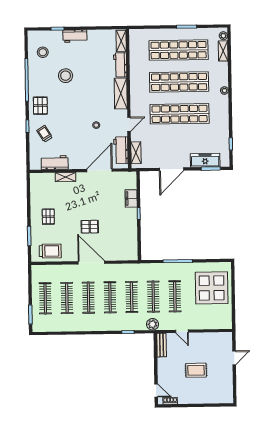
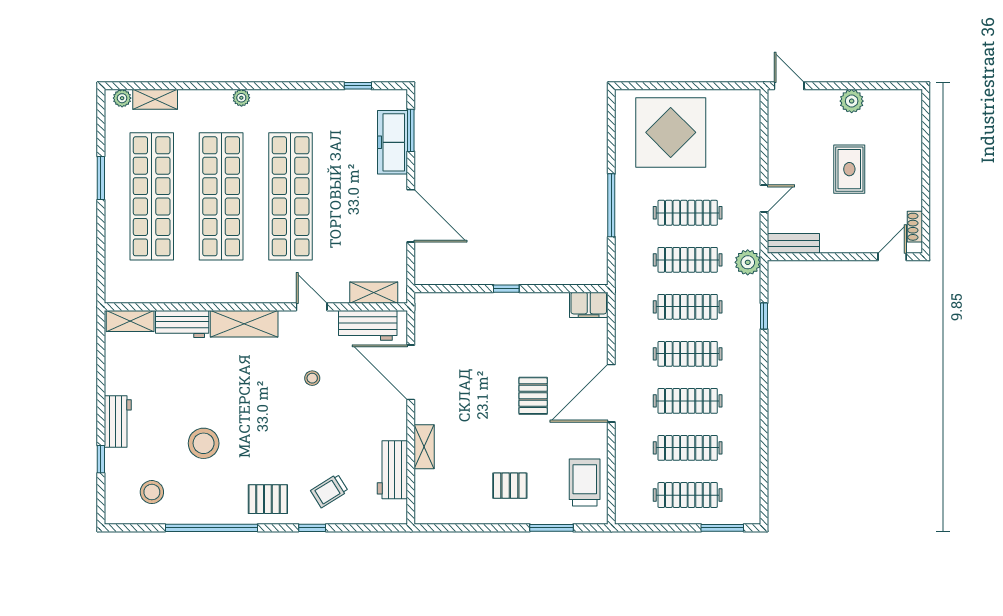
filing cabinet: (131, 198) -> (589, 305), moved
door: (234, 358) -> (789, 86), moved
plant: (227, 371) -> (852, 101), added

